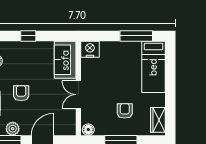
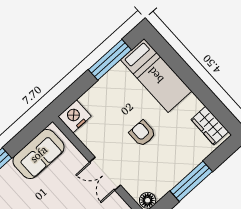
sofa: (65, 60) -> (39, 154), moved, turned -90
armchair: (125, 111) -> (142, 133), moved

